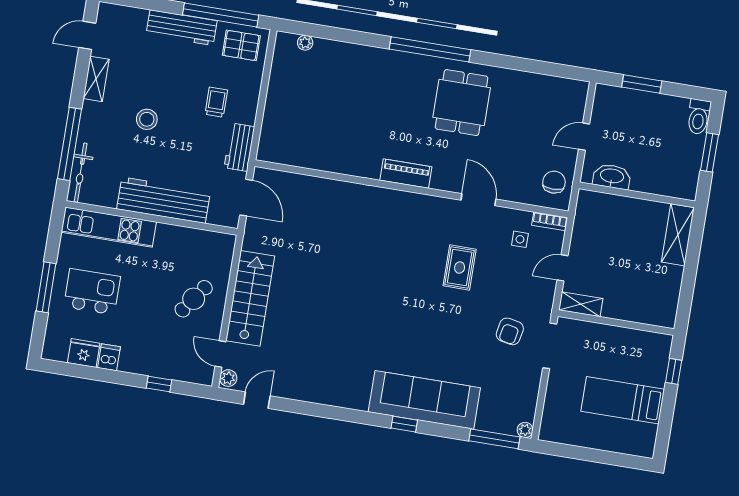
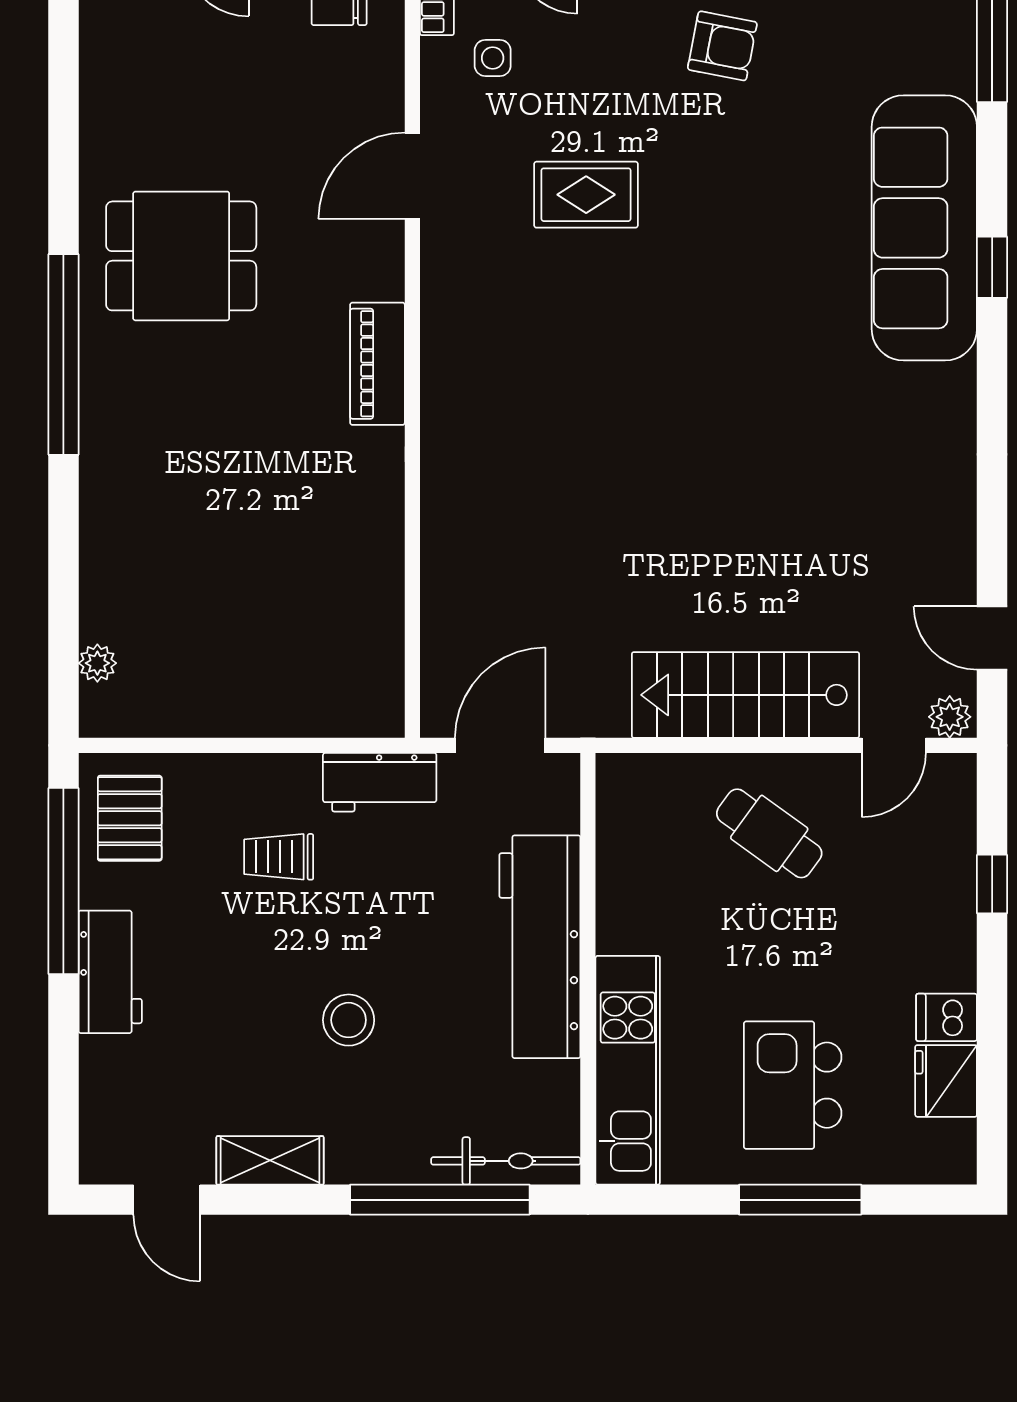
workbench: (182, 28) -> (110, 972), width x0.73

